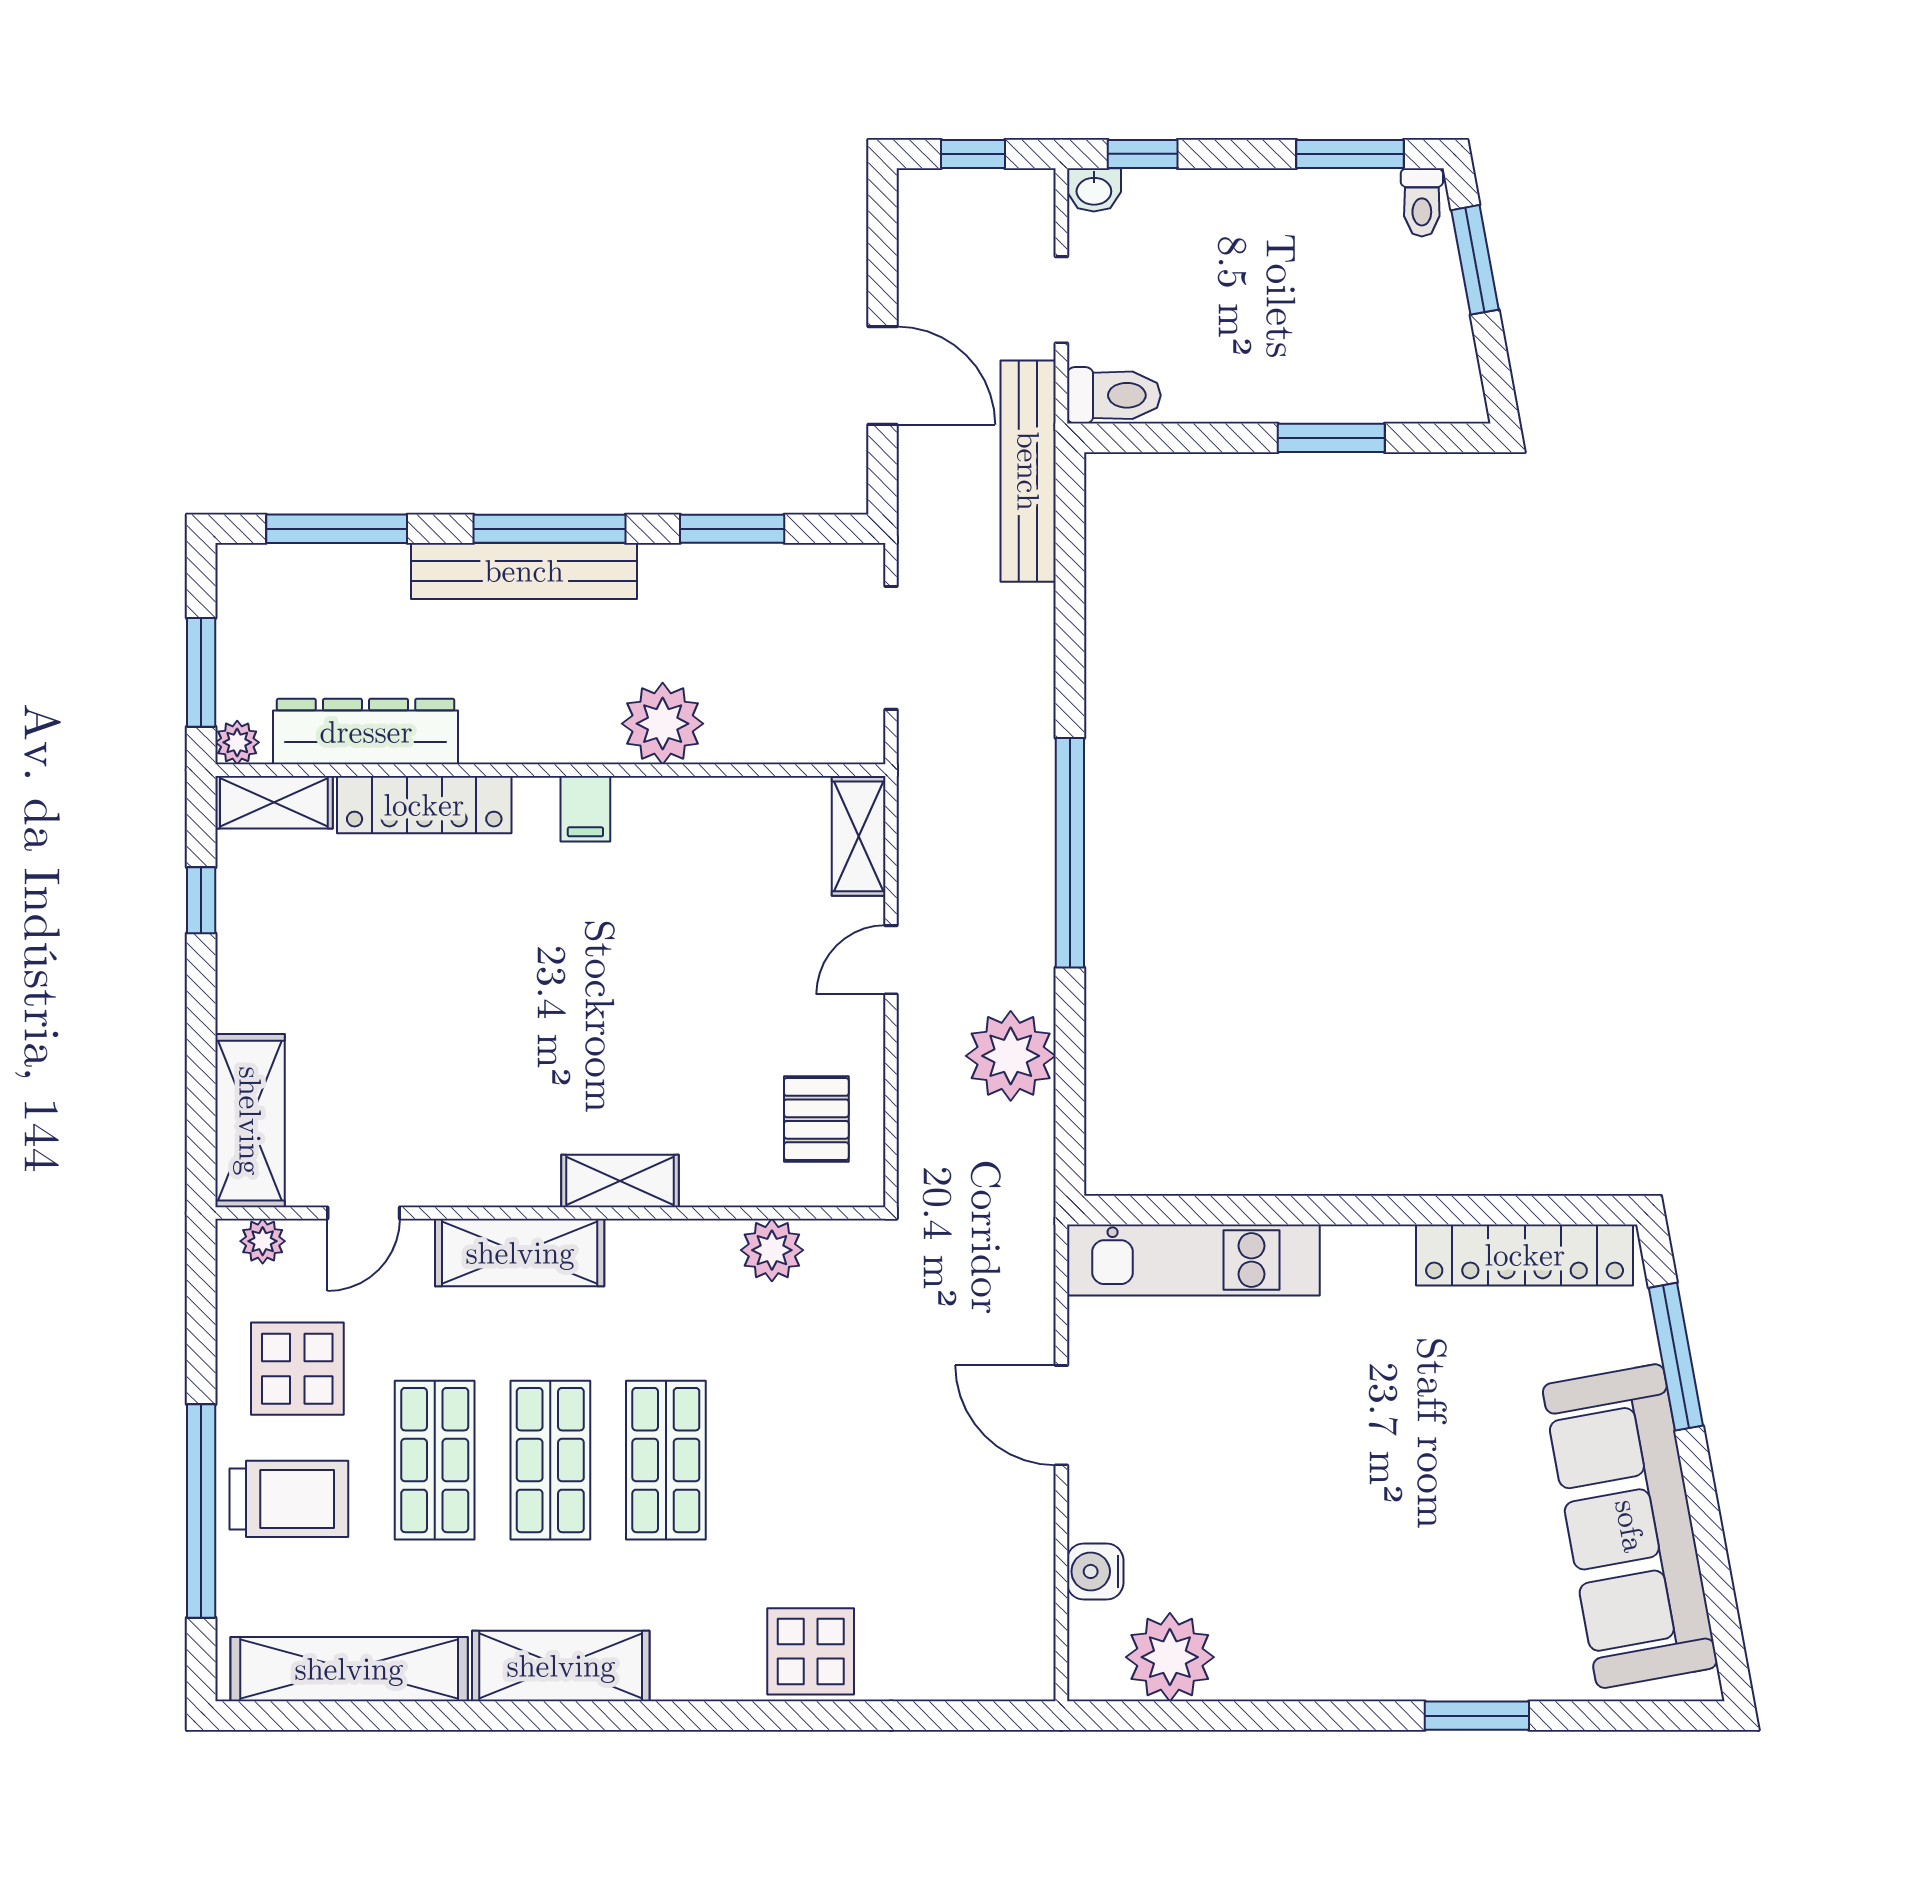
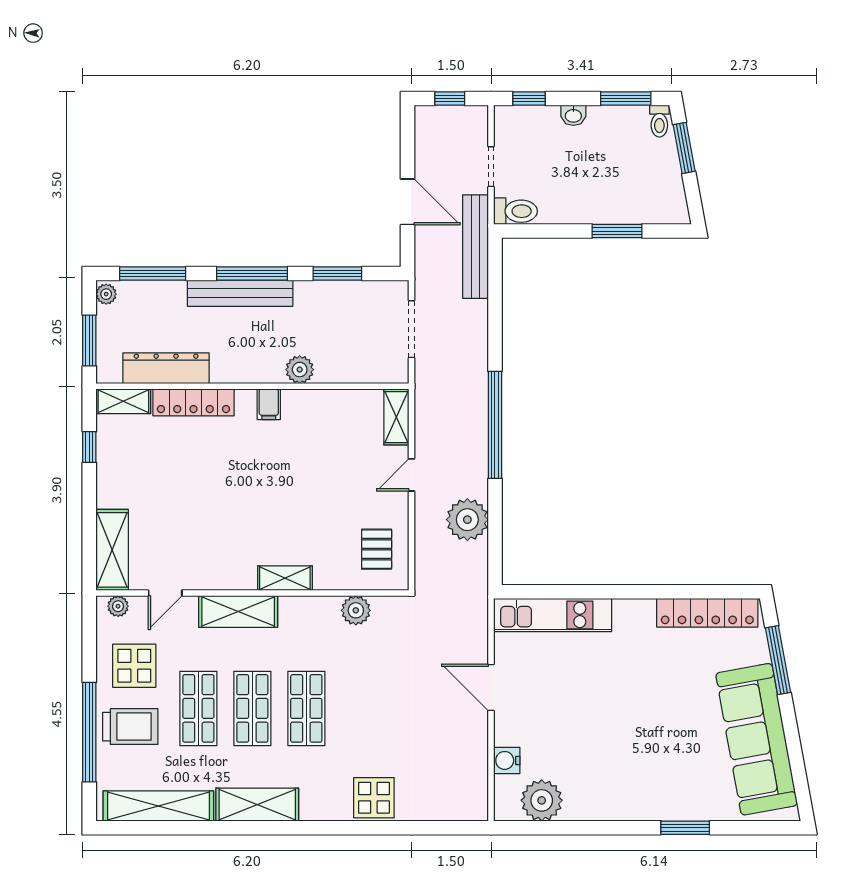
washbasin: (1094, 190) -> (573, 115), moved
plant: (663, 724) -> (300, 370), width x0.73, depth x0.73
plant: (237, 742) -> (106, 294), moved

